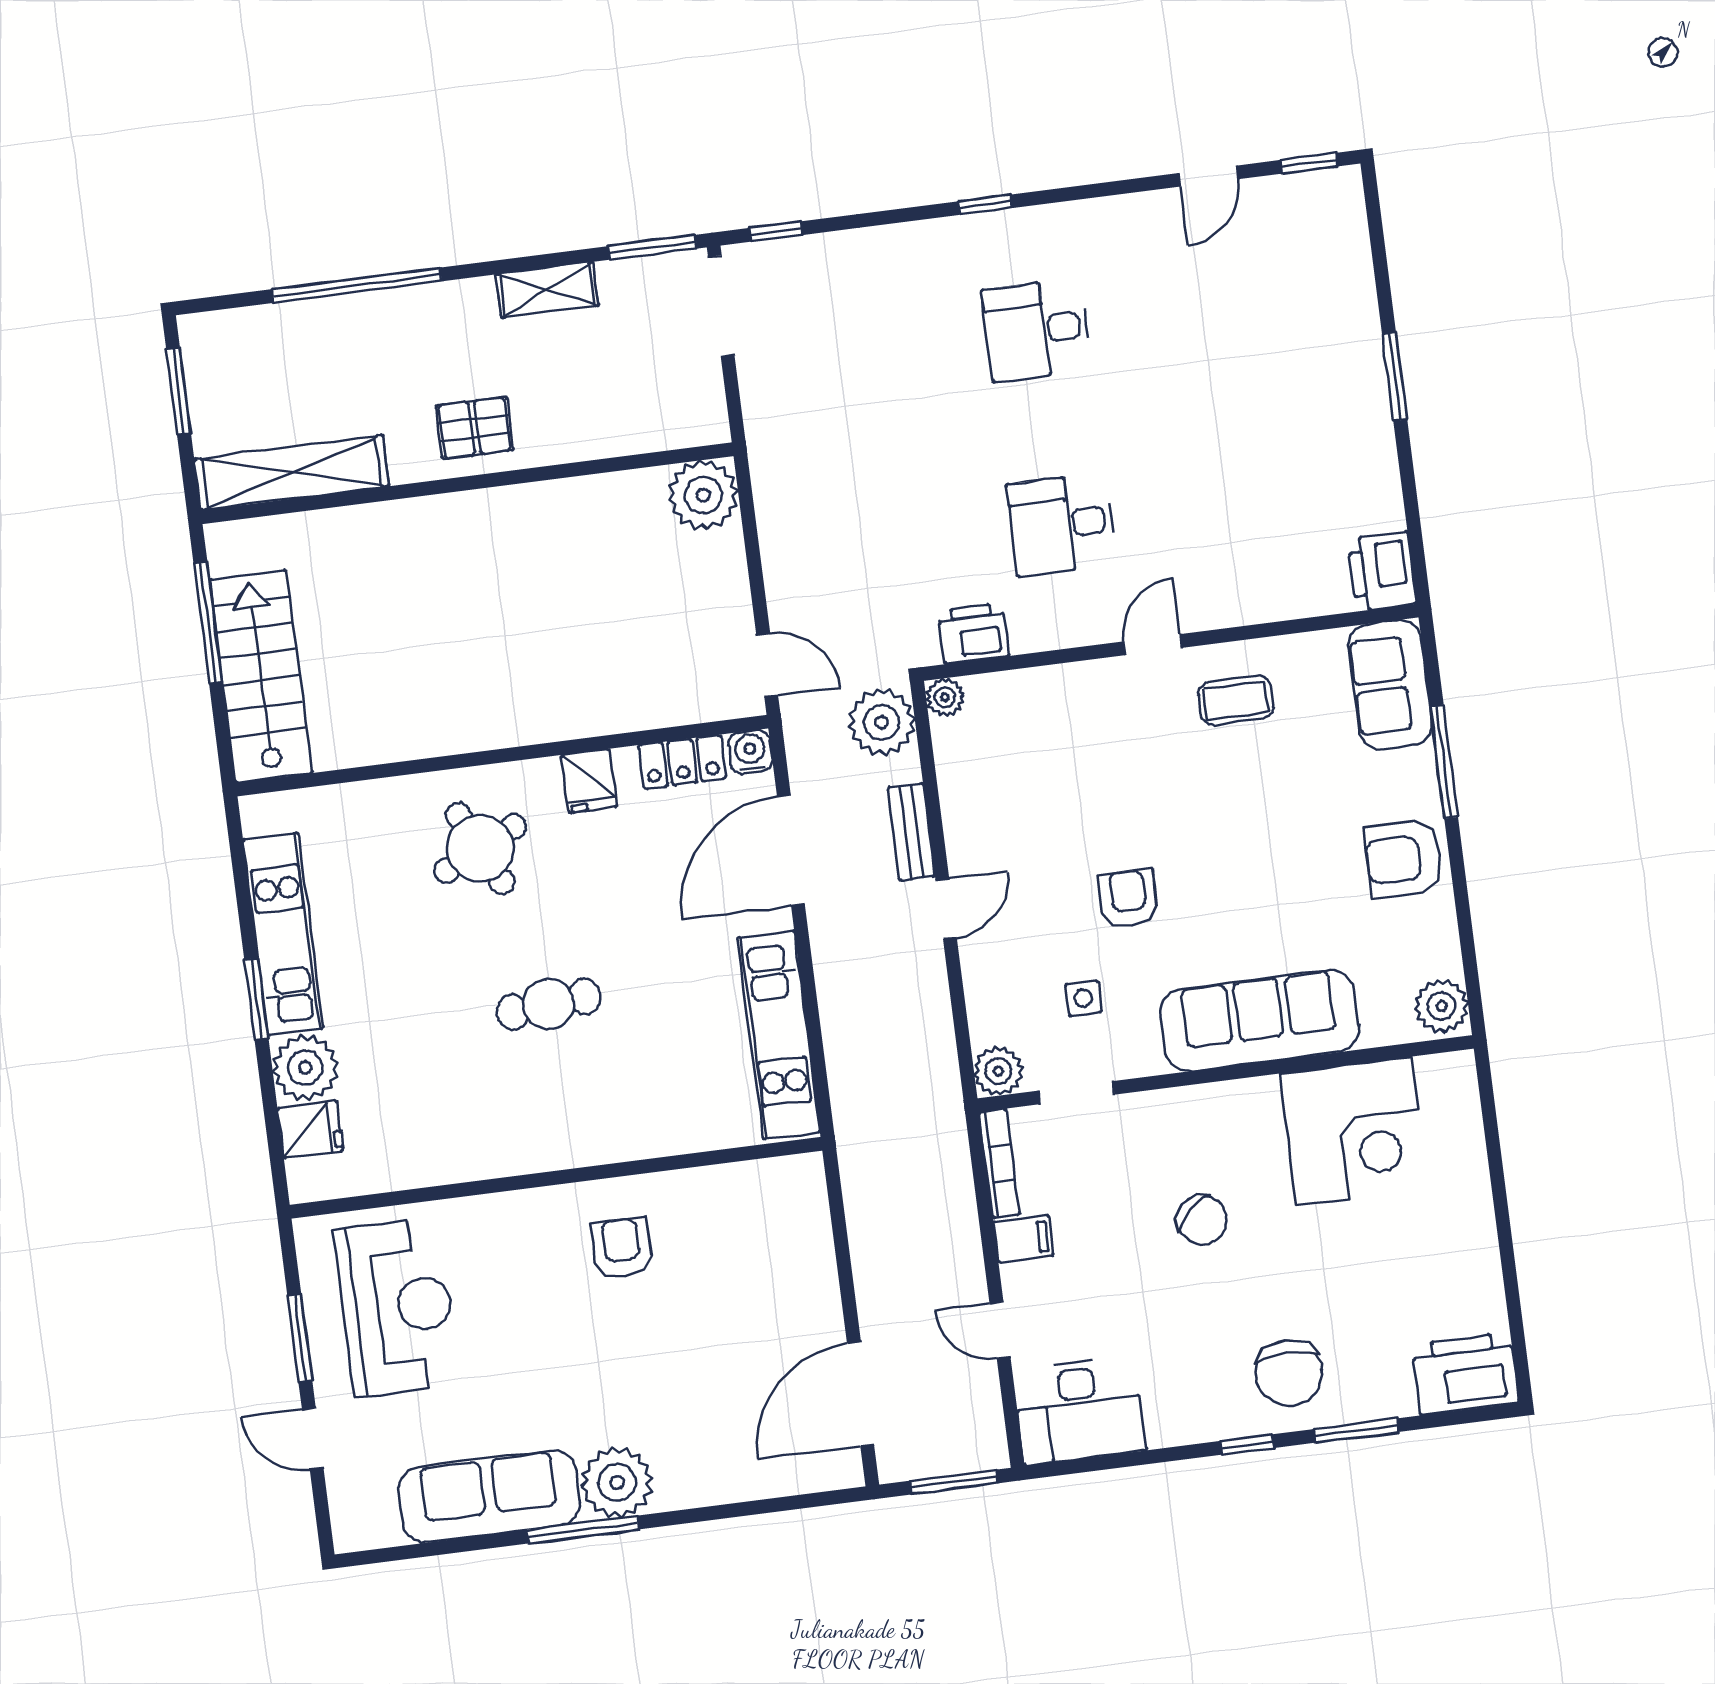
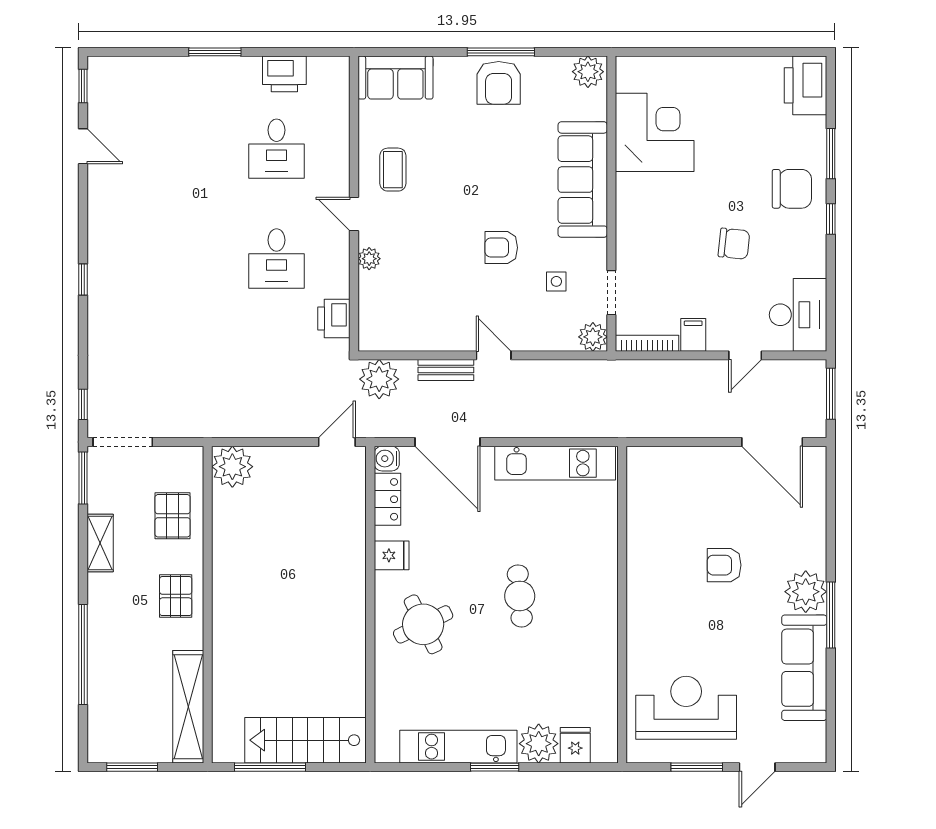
desk: (1037, 330) -> (277, 149), moved
pallet: (608, 405) -> (173, 516), added
printer: (1382, 571) -> (284, 74), moved
plant: (945, 697) -> (369, 259), moved
window: (1444, 762) -> (501, 52), moved
chair: (1202, 1220) -> (734, 244), moved, turned 50
armchair: (622, 1248) -> (724, 565), moved

